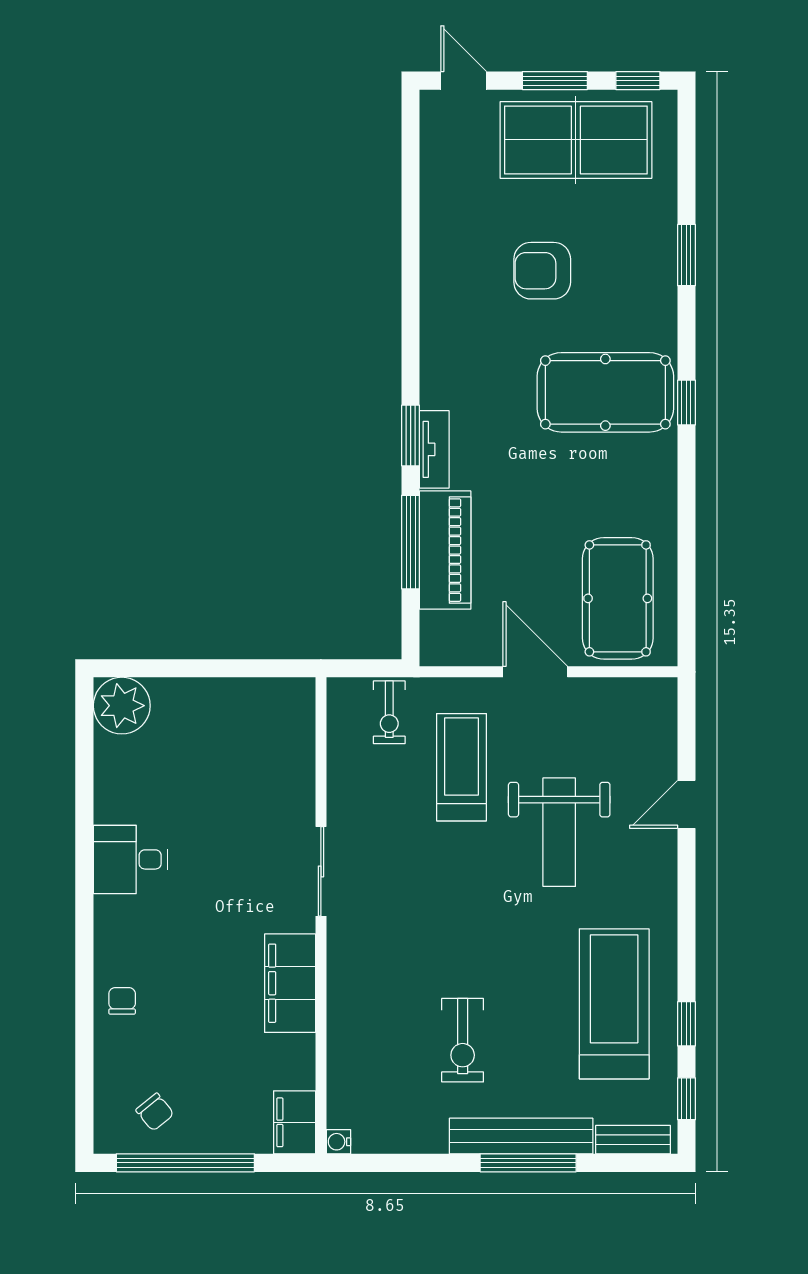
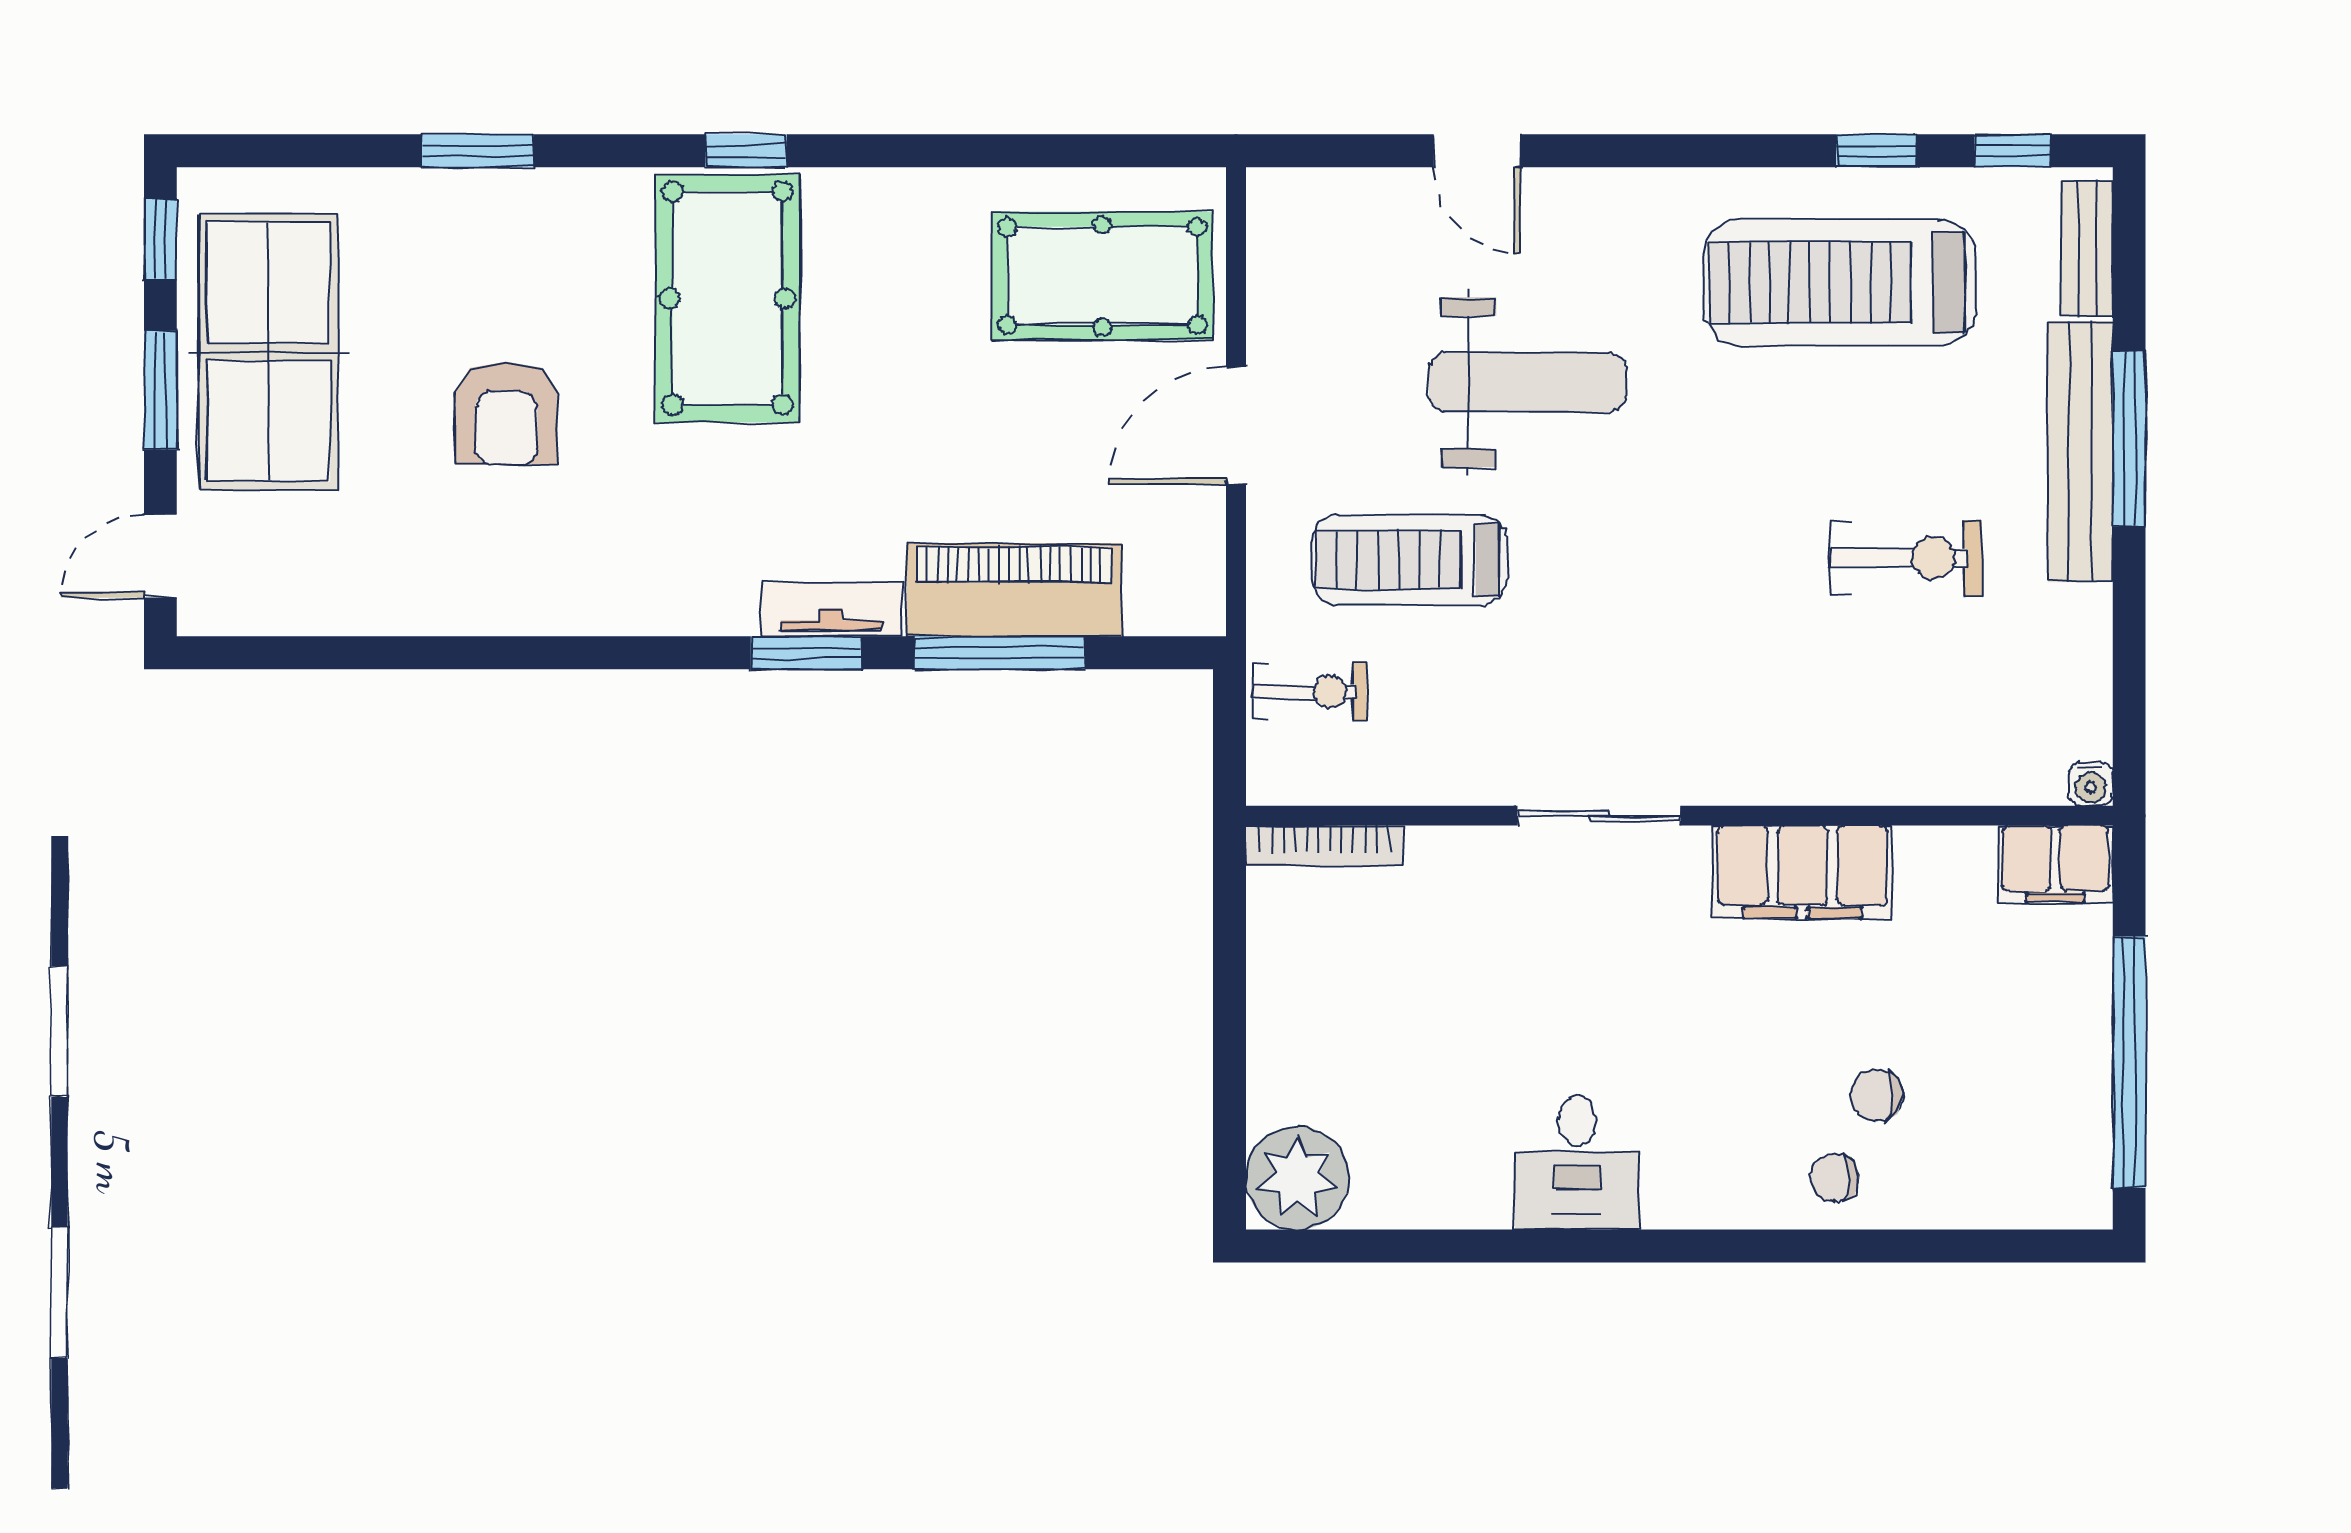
bookcase: (304, 721) -> (1324, 846), added
chair: (155, 1112) -> (1877, 1095), moved, turned -139

